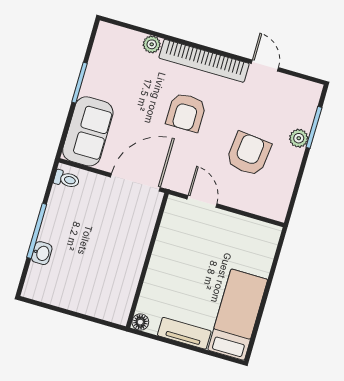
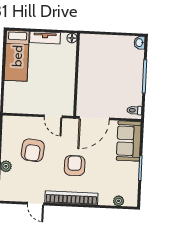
plant: (152, 44) -> (119, 201), moved
washbasin: (42, 253) -> (140, 43), moved

